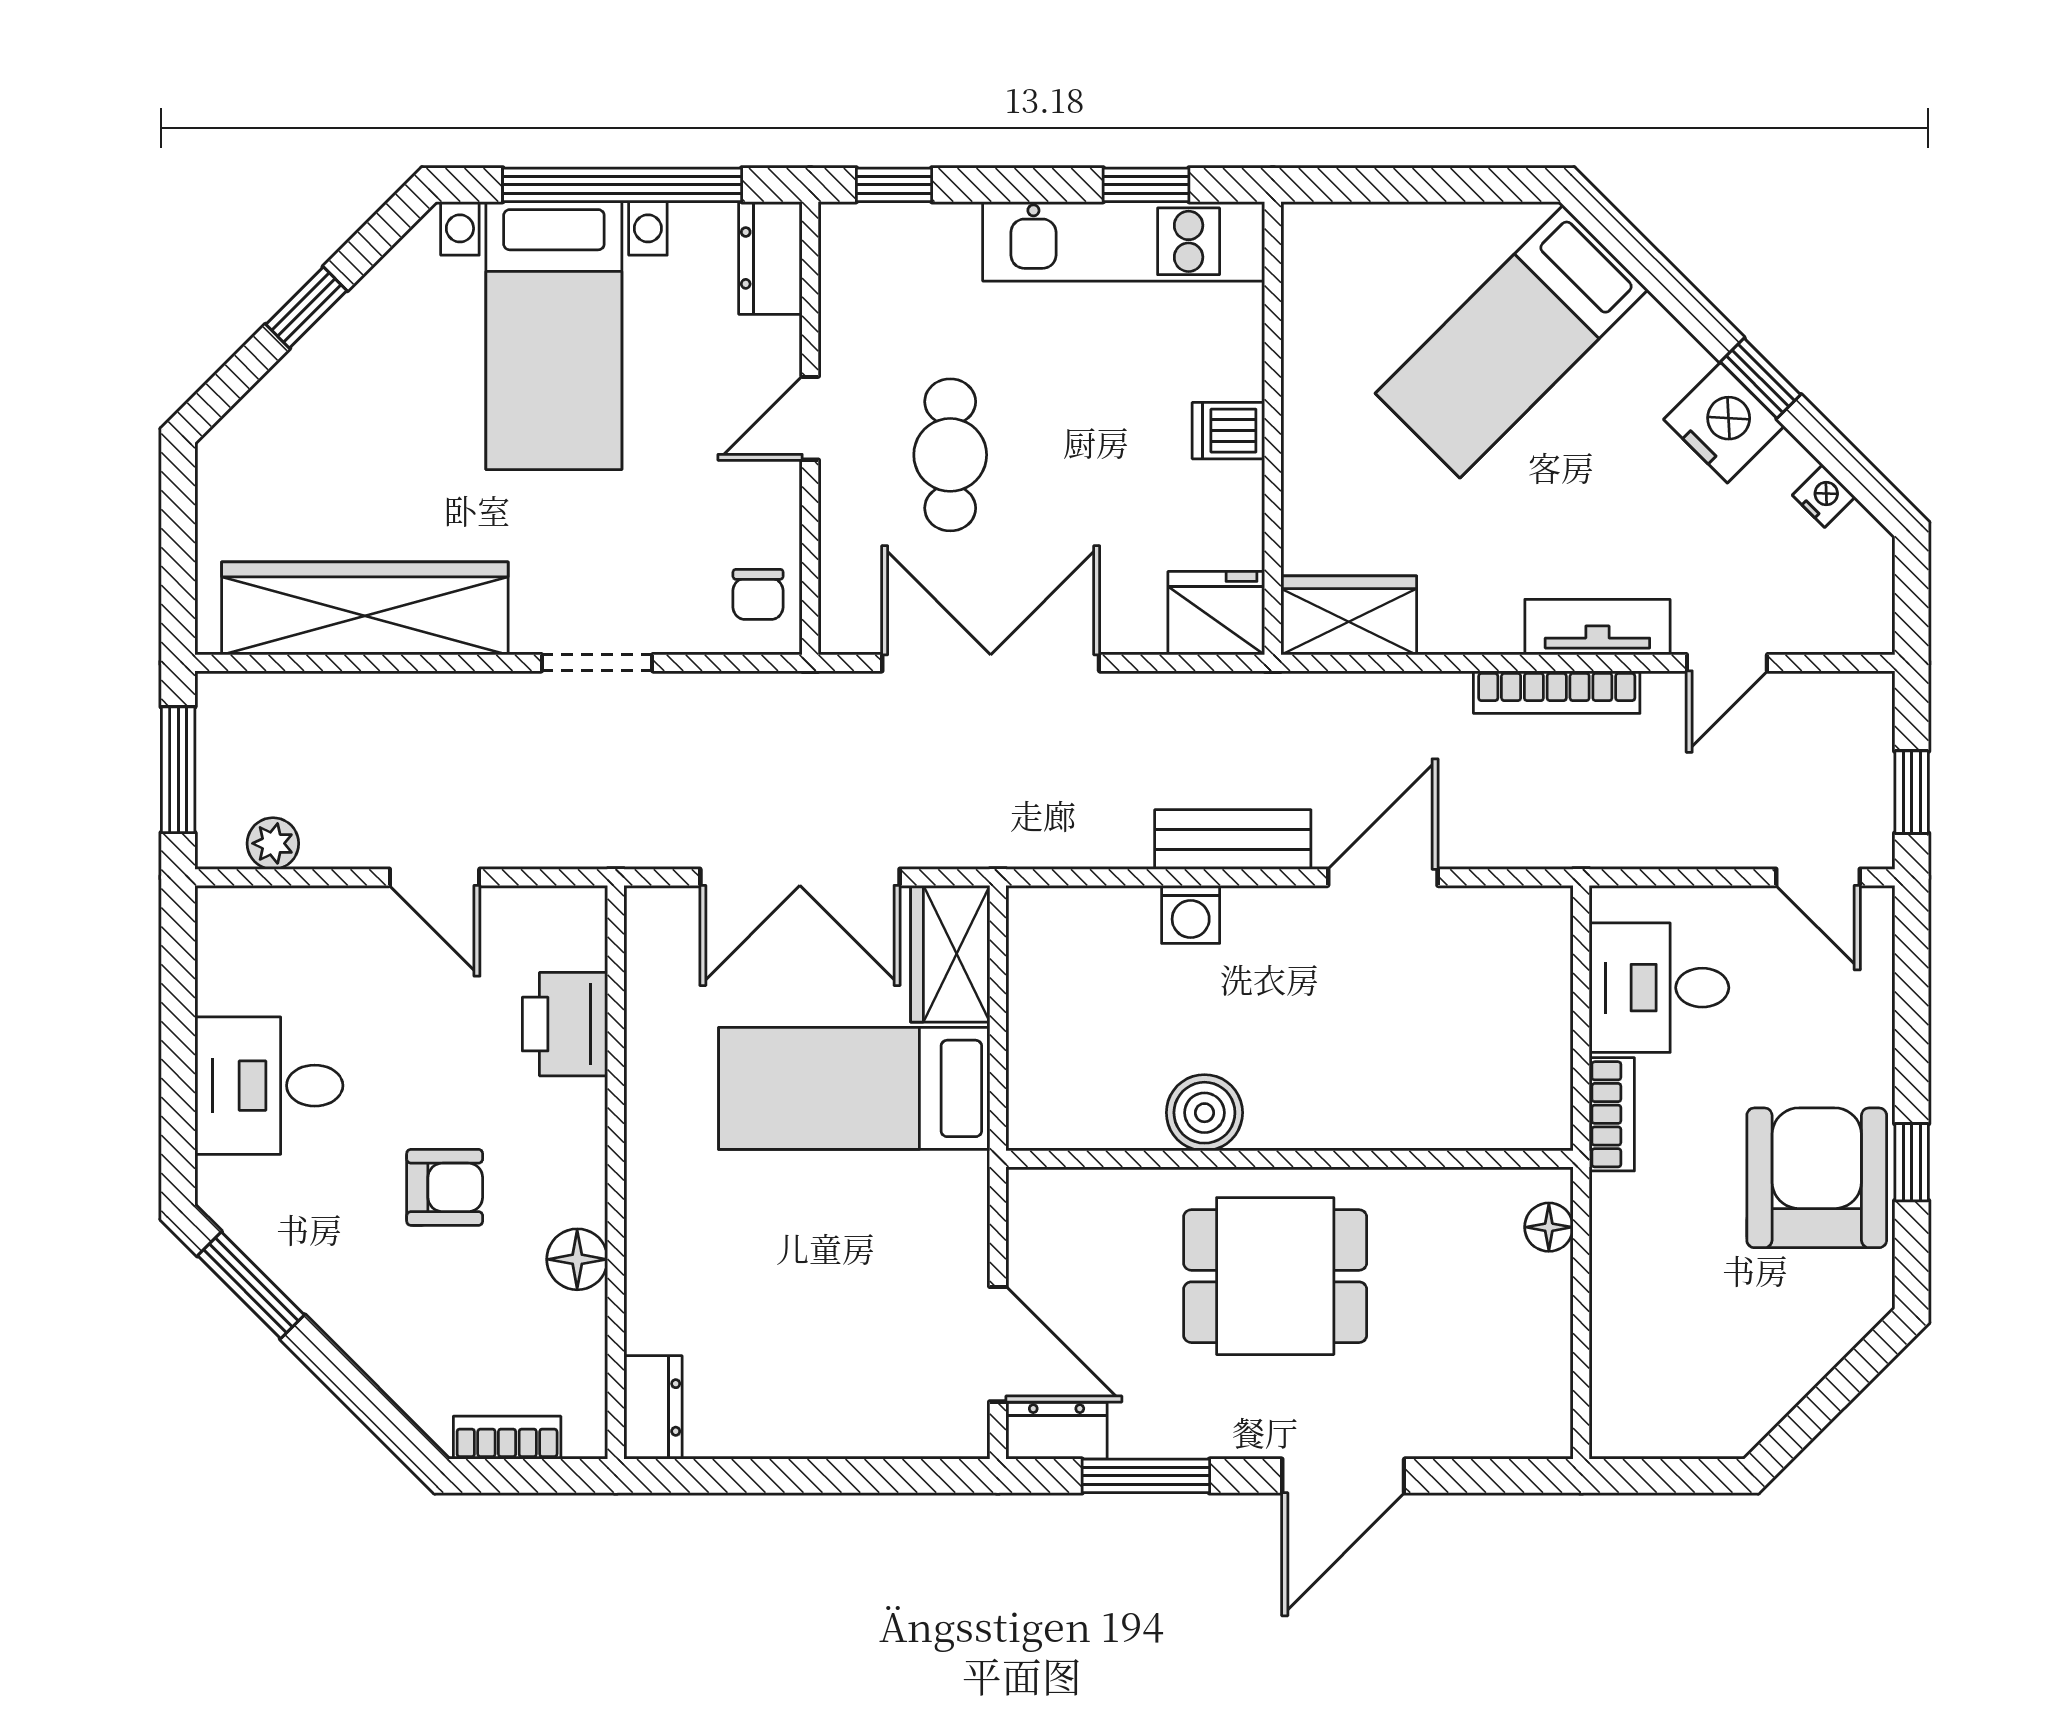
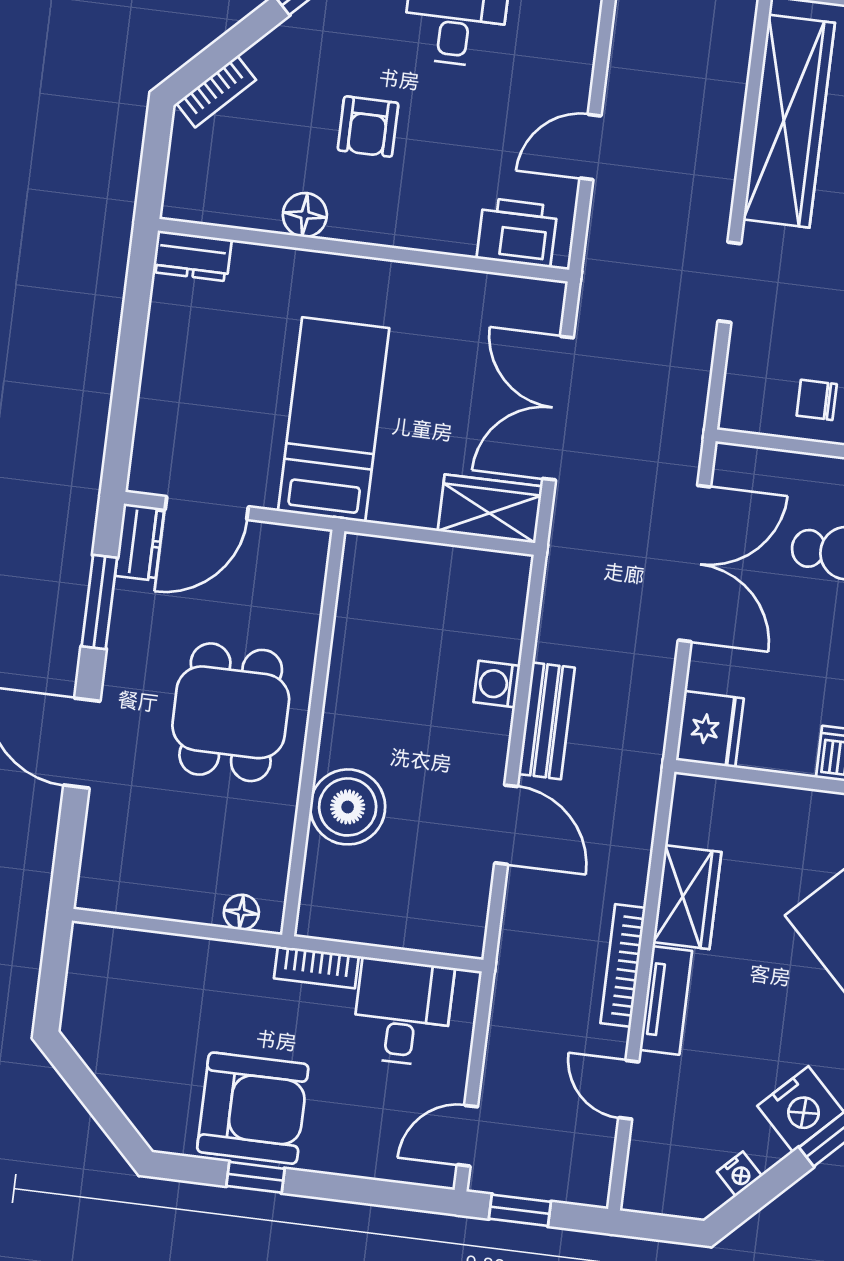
chair: (758, 594) -> (817, 400), moved
wardrobe: (1349, 615) -> (687, 897), moved
plant: (273, 843) -> (629, 34), removed
printer: (565, 1024) -> (517, 233), moved
bed: (854, 1088) -> (334, 420), moved
boiler: (1204, 1113) -> (348, 807), moved, width x1.37, depth x1.37
bookcase: (507, 1438) -> (216, 92), moved, turned 45

